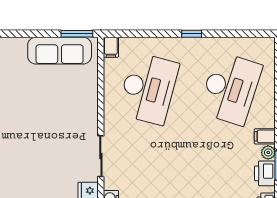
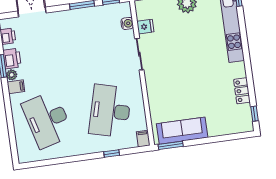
window: (192, 34) -> (112, 154), moved
desk: (230, 89) -> (47, 120), turned -33

